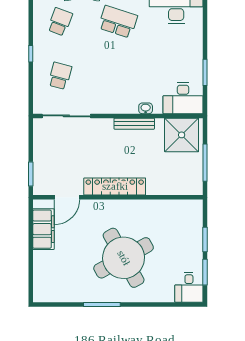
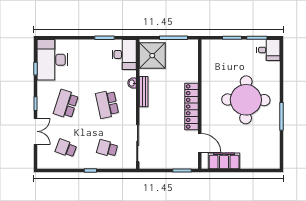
school desk: (118, 76) -> (107, 104), added
round table: (124, 258) -> (246, 100), turned 30

